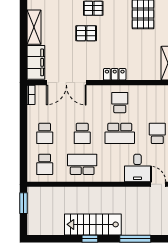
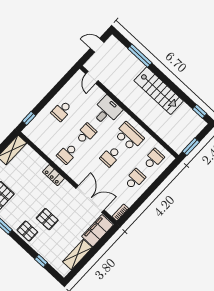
school desk: (82, 133) -> (110, 156), turned 180
school desk: (120, 133) -> (86, 134), width x0.54
school desk: (82, 164) -> (129, 136), turned 180
desk: (137, 168) -> (107, 111), moved
window: (90, 239) -> (200, 111), moved

